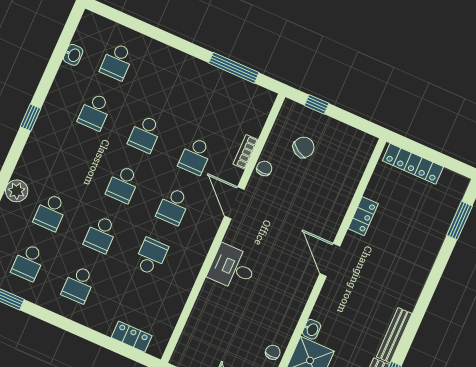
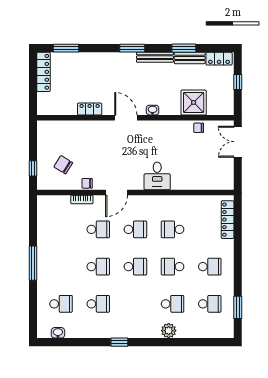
washbasin: (73, 55) -> (58, 333), moved
window: (234, 68) -> (33, 263), moved
locker: (413, 164) -> (44, 72), moved
school desk: (101, 234) -> (173, 267), turned 180
door: (330, 260) -> (126, 118), swing flipped
window: (420, 310) -> (132, 48), added
washbasin: (312, 329) -> (153, 110), moved
locker: (132, 337) -> (228, 220), width x1.53

